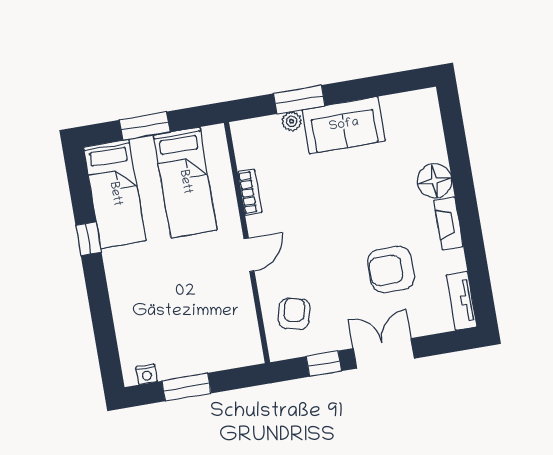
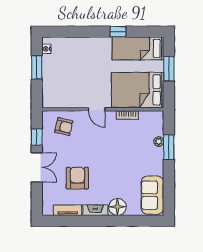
sofa: (344, 125) -> (152, 195), moved
bed: (185, 182) -> (138, 90), width x1.50
tv unit: (462, 301) -> (68, 210), moved

